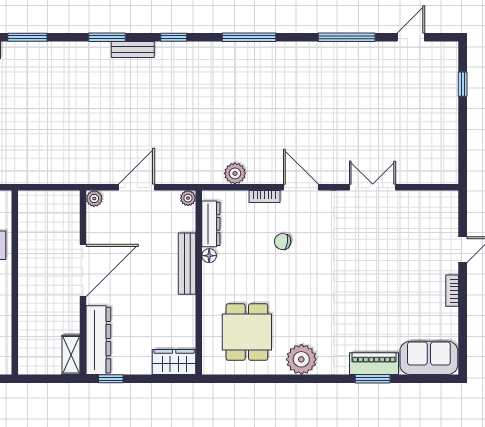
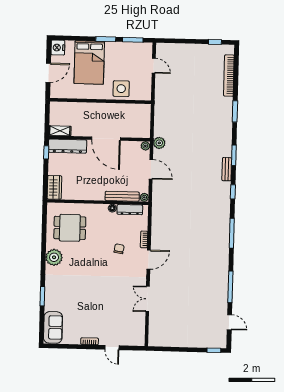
window: (463, 84) -> (214, 350), moved
plant: (235, 173) -> (159, 143), moved
double door: (373, 187) -> (148, 299), swing flipped
bench: (187, 264) -> (122, 196), moved
piano: (374, 364) -> (51, 297), removed

